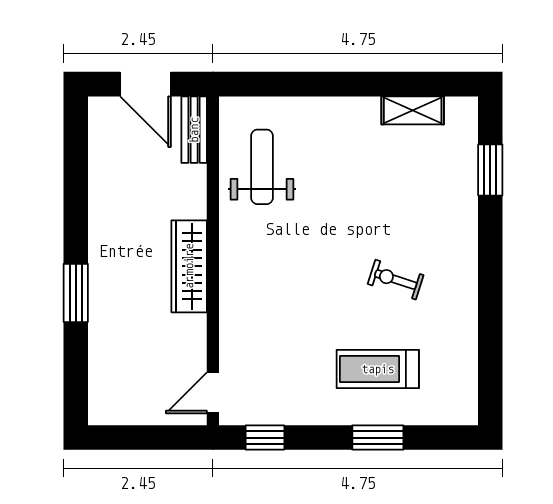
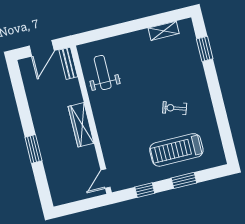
door: (146, 84) -> (42, 48), hinge flipped
treadmill: (378, 369) -> (176, 150), width x1.37, depth x1.38
window: (265, 438) -> (145, 190), moved

